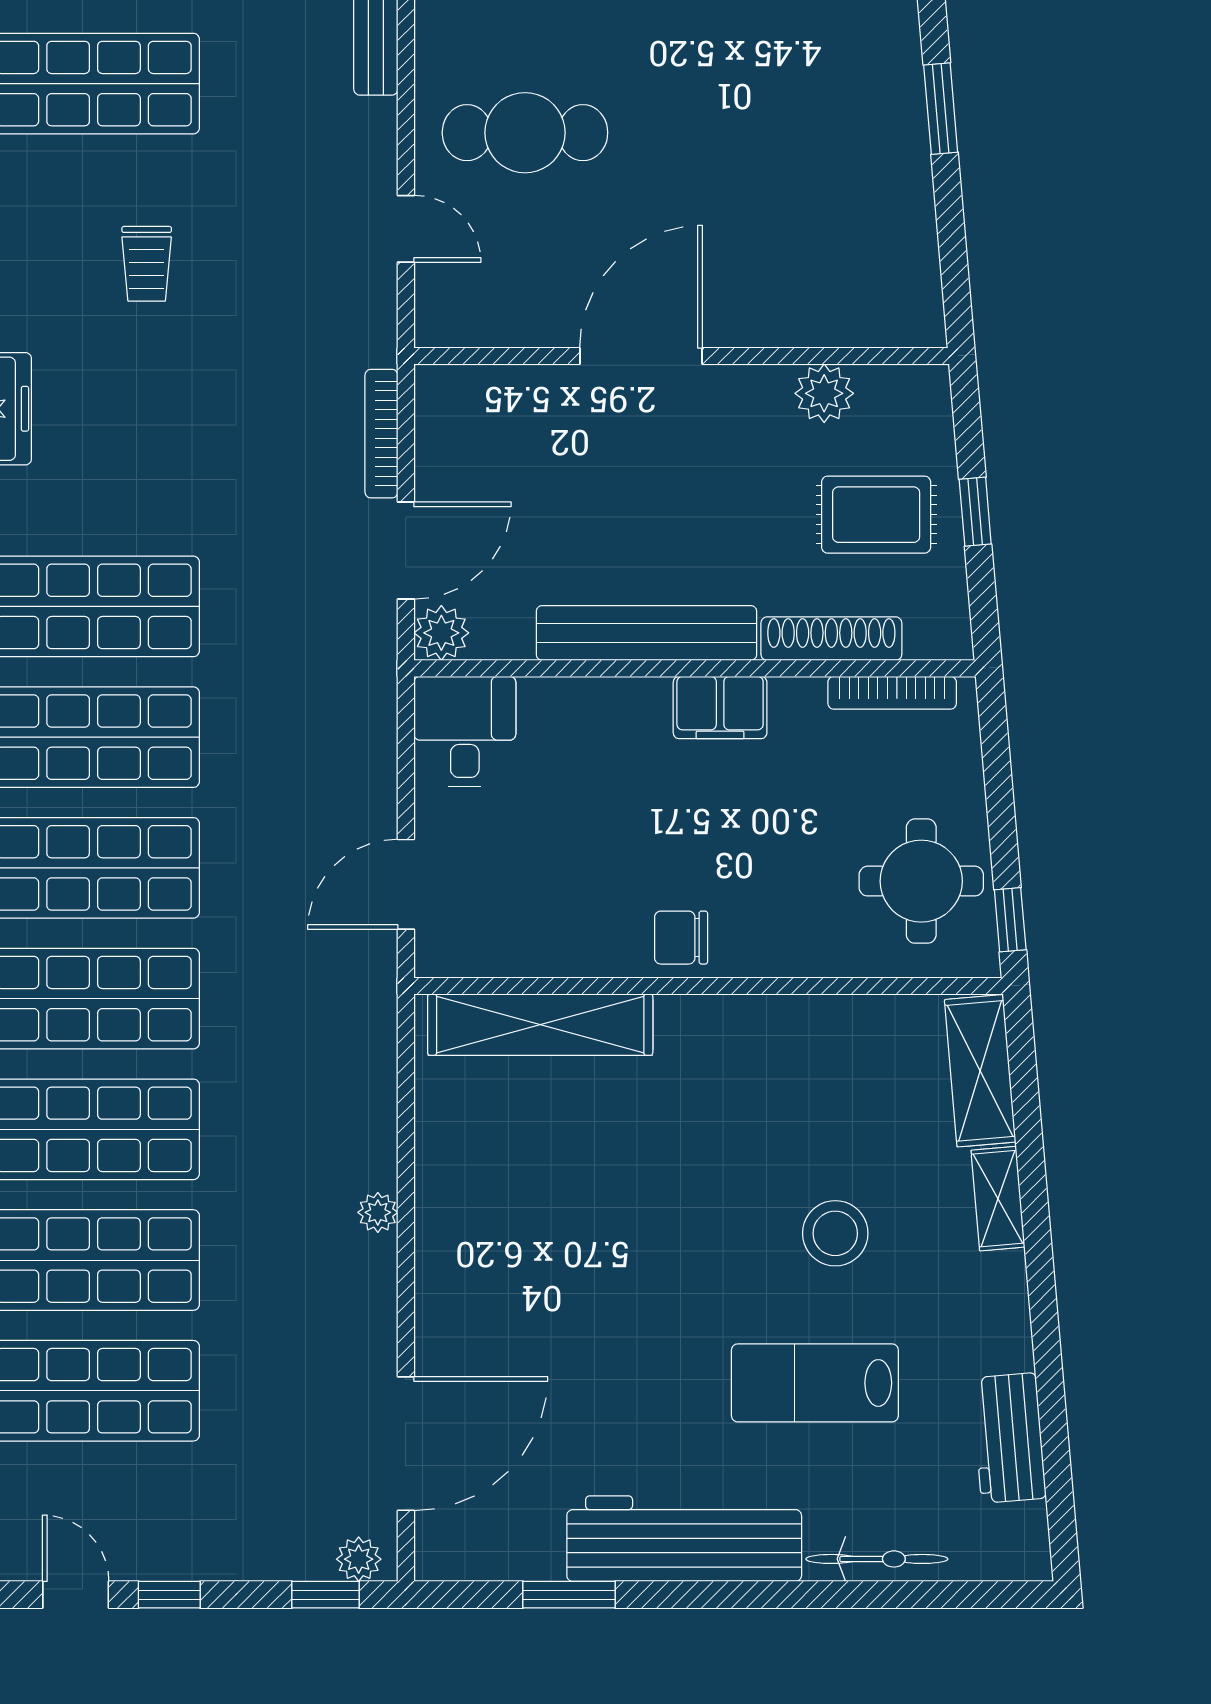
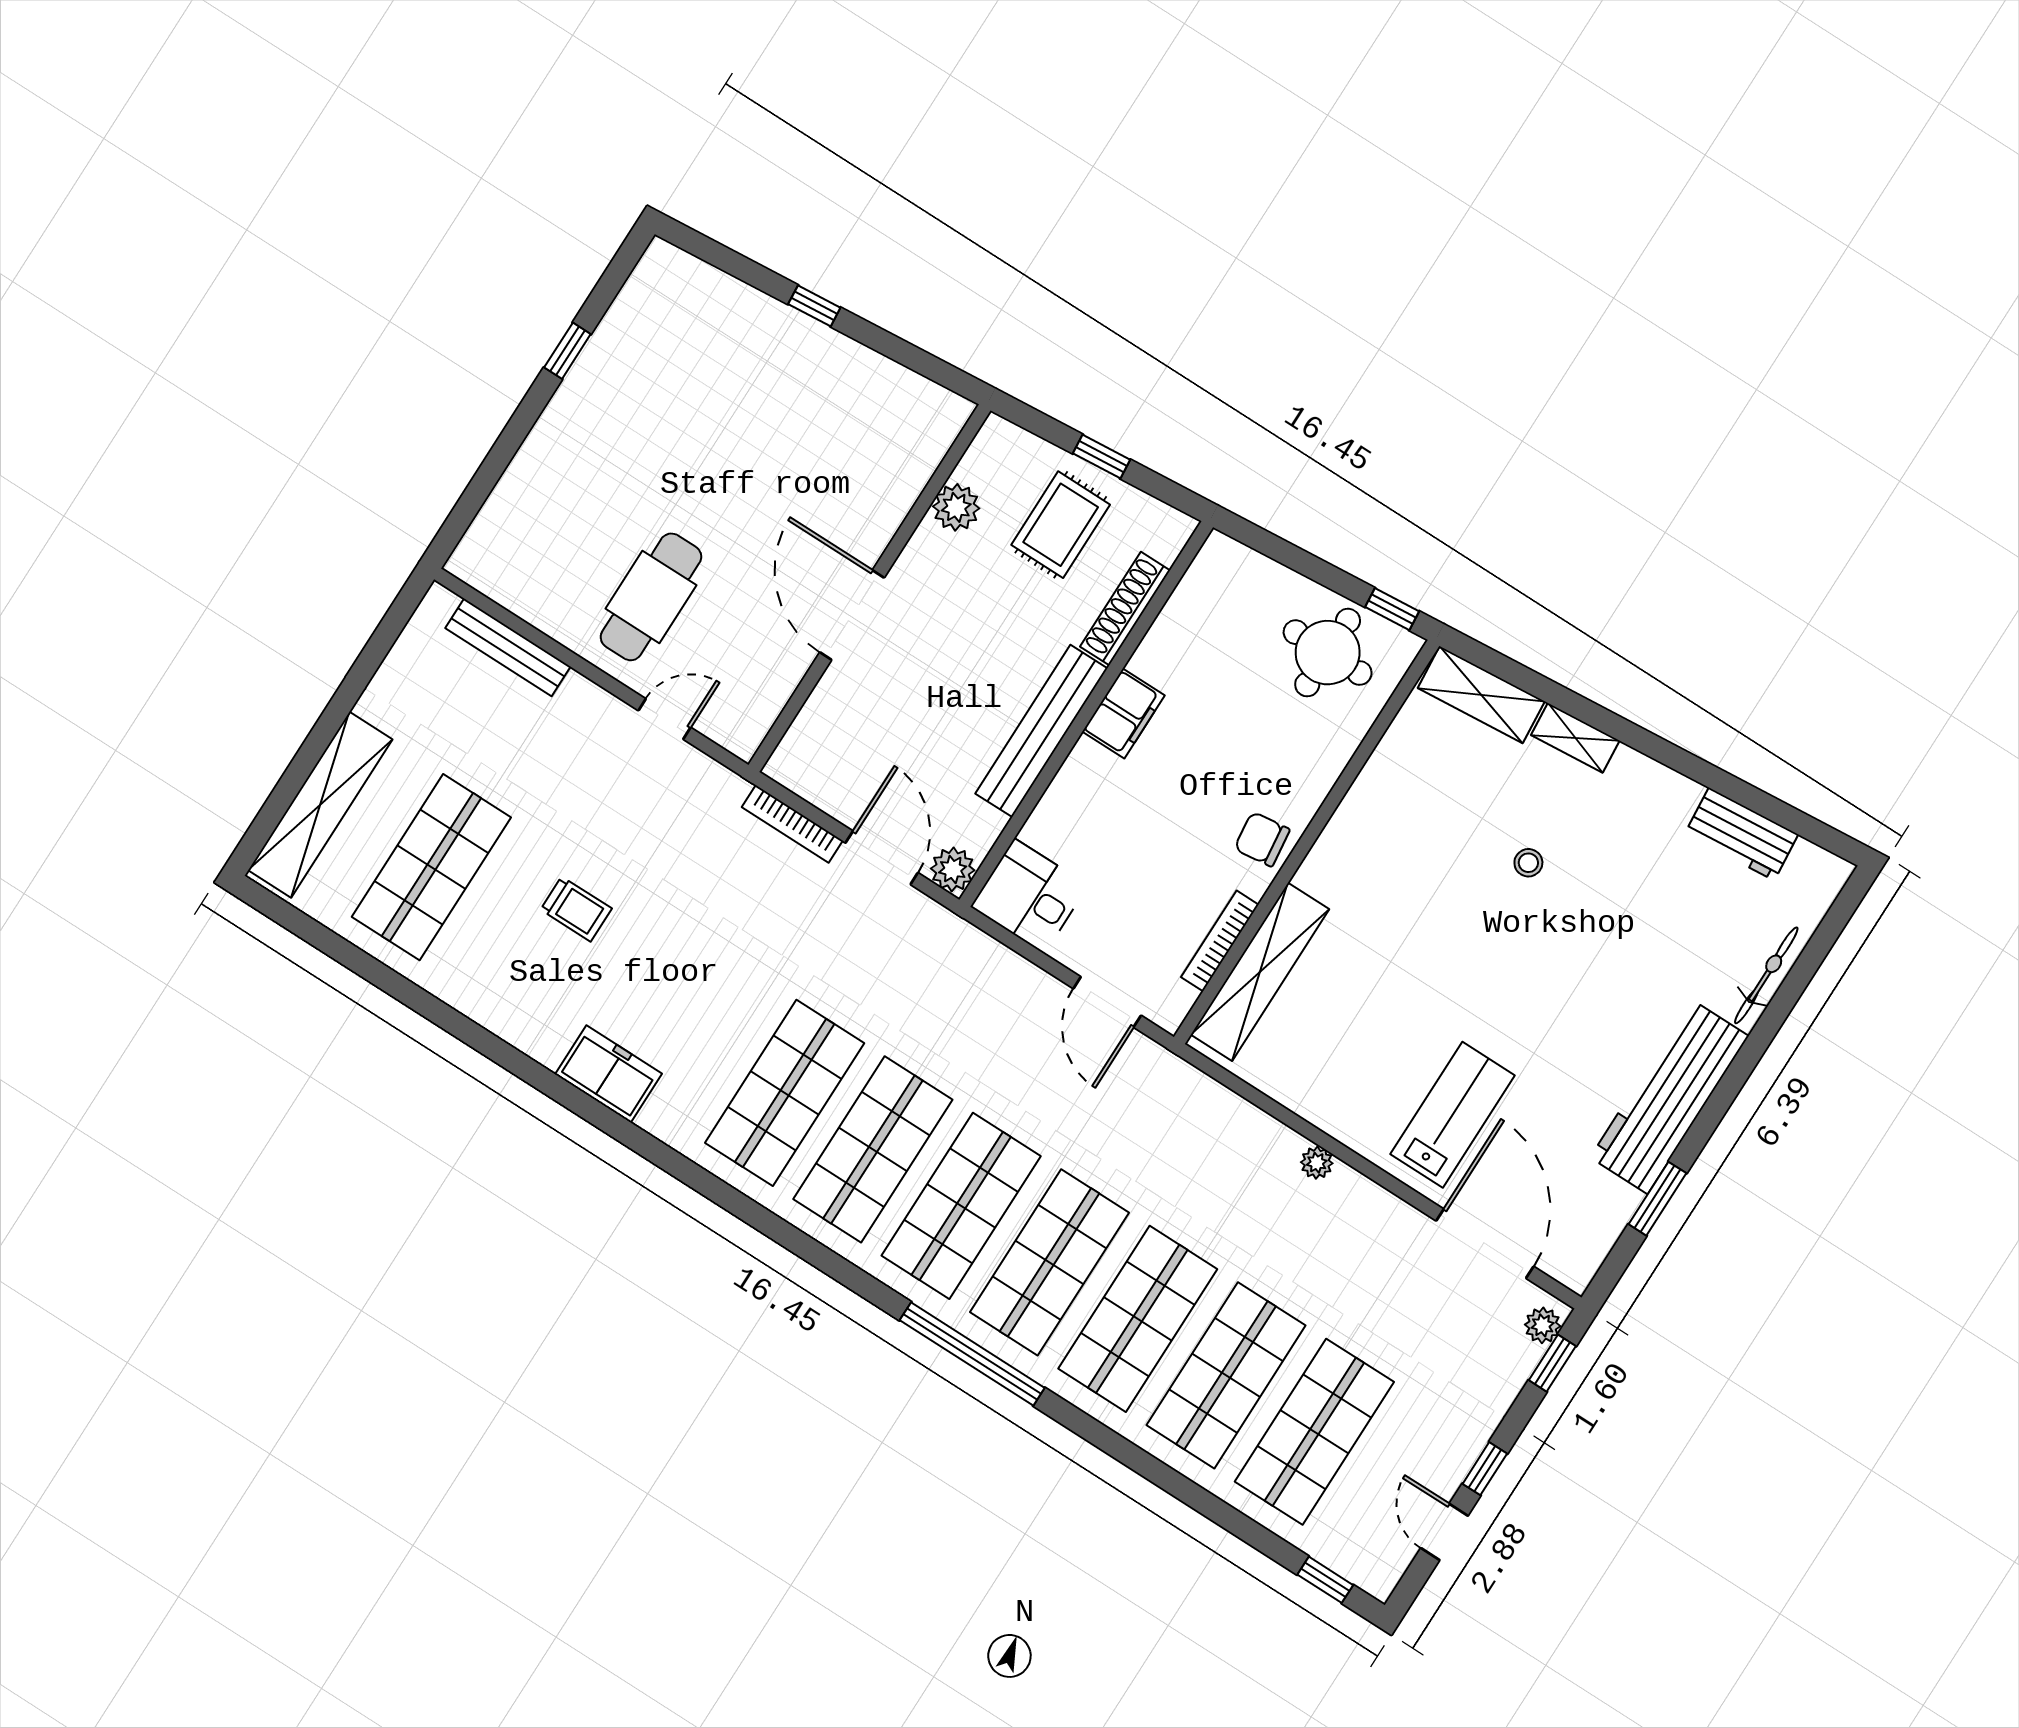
window: (941, 109) -> (814, 306), width x0.67
bookcase: (892, 693) -> (1220, 941), moved, turned 180
chair: (681, 938) -> (1262, 839), turned 83
stool: (835, 1233) -> (1528, 863), width x0.53, depth x0.53
lab bench: (815, 1383) -> (1453, 1115), moved, turned 180
door: (76, 1595) -> (1444, 1532), hinge flipped

